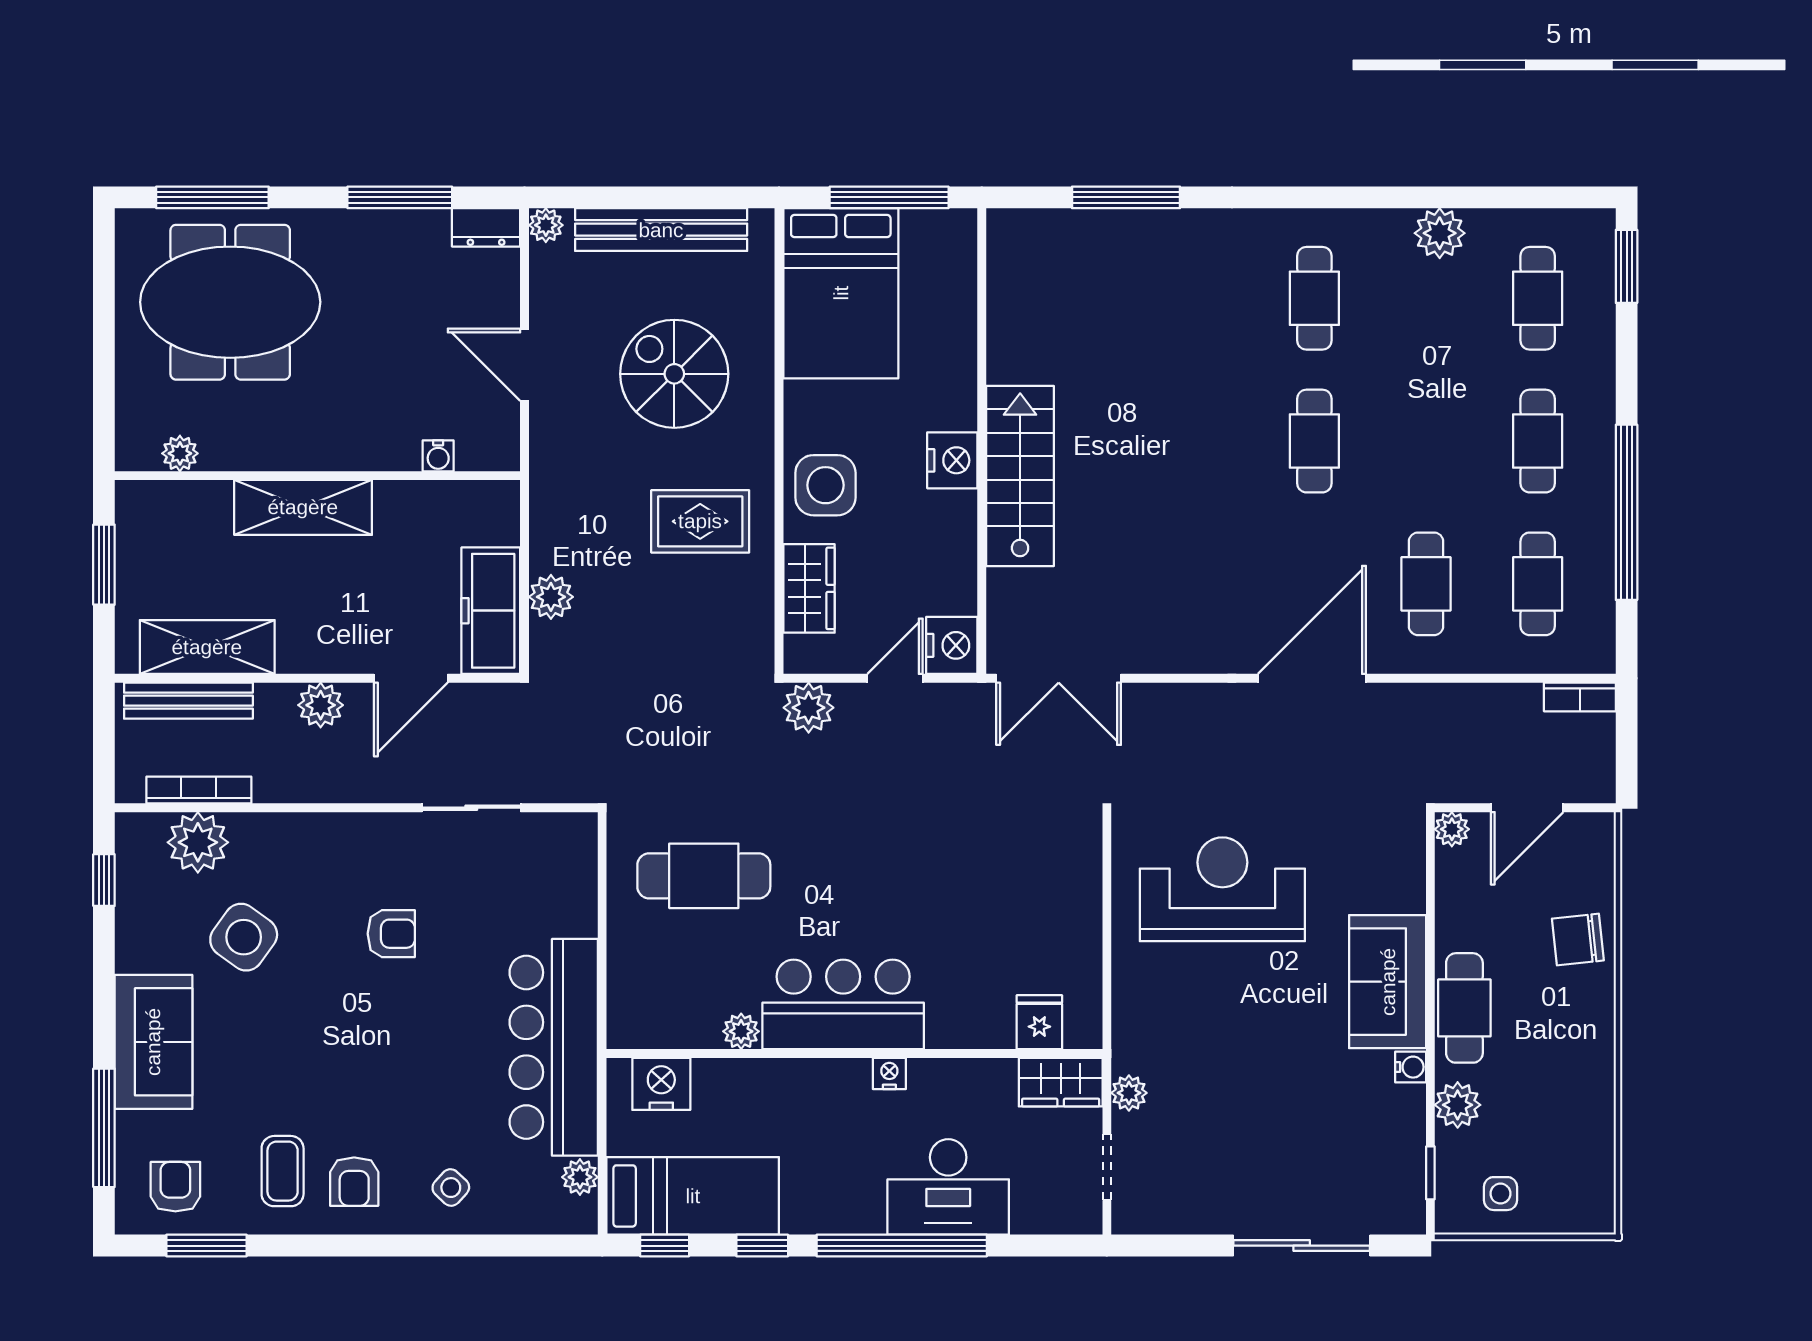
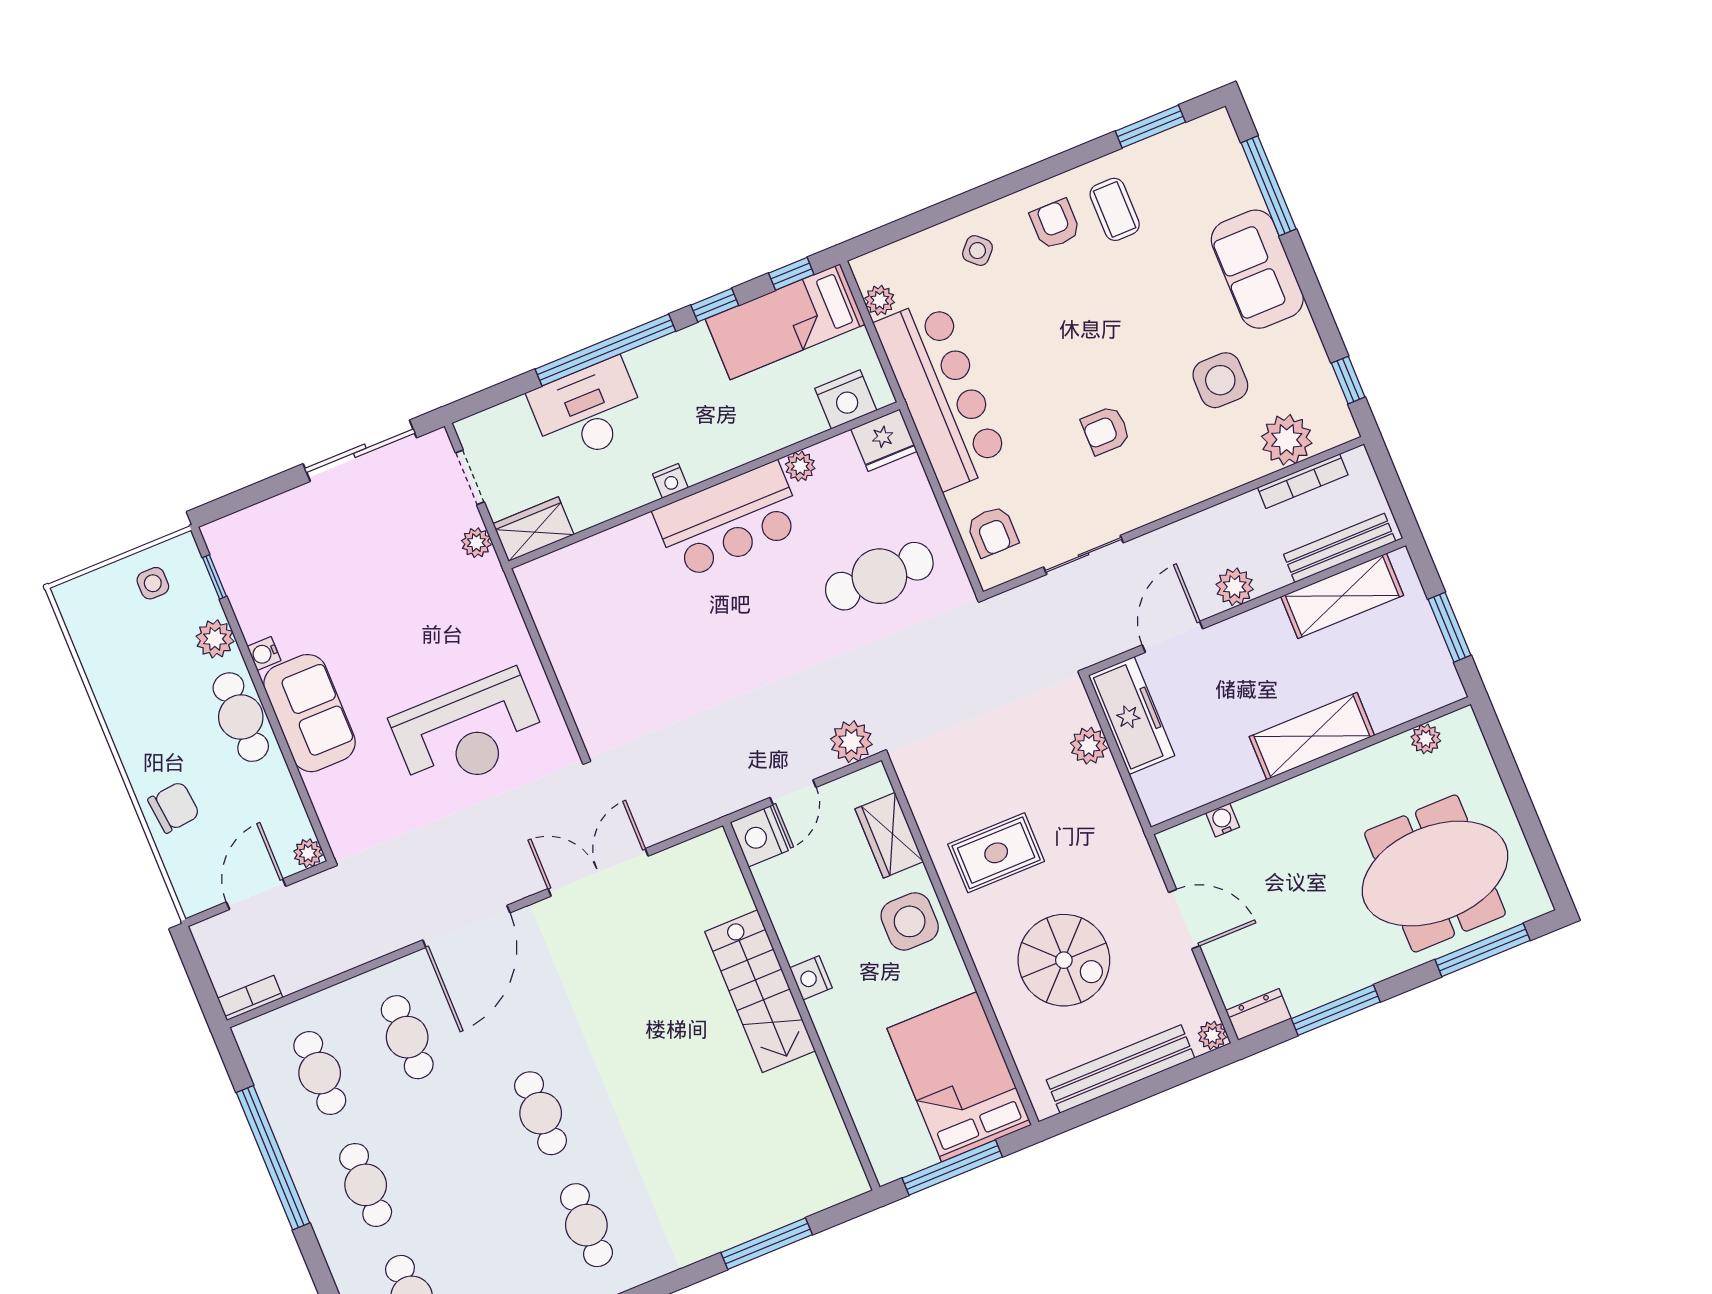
nightstand: (952, 460) -> (811, 978), width x0.74, depth x0.75
double door: (1059, 678) -> (598, 872), moved
side table: (244, 937) -> (1220, 380), turned -36
fridge: (1039, 1022) -> (884, 440), moved, width x1.38
armchair: (175, 1187) -> (992, 532), moved
sliding door: (1302, 1246) -> (360, 451), moved

